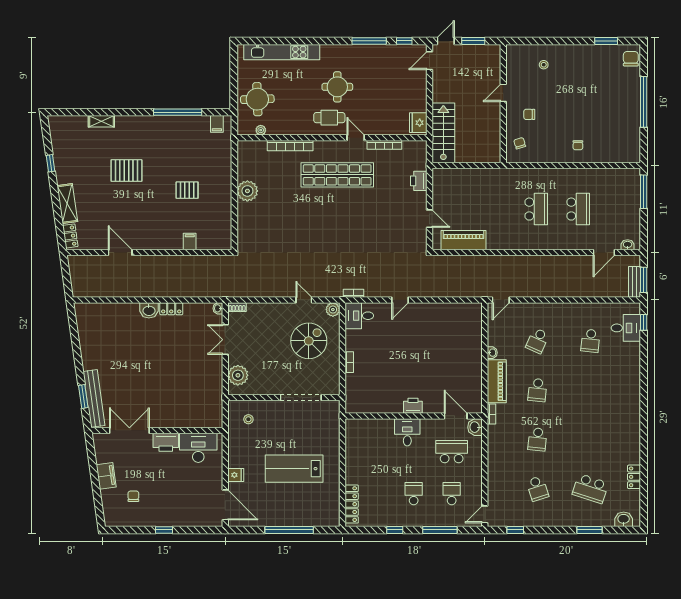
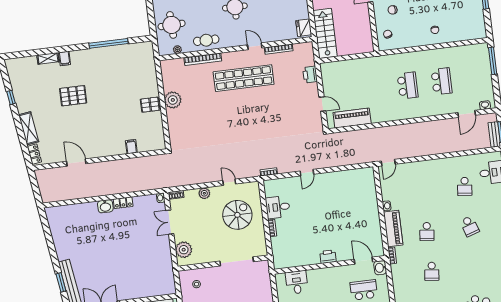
cafe table: (329, 118) -> (206, 40), moved
filing cabinet: (217, 124) -> (65, 58), moved
pallet: (187, 190) -> (150, 105), moved
plant: (333, 310) -> (204, 193), moved
desk: (359, 316) -> (278, 207), moved
school desk: (537, 341) -> (470, 226), moved, turned -42
desk: (407, 432) -> (297, 282), moved

